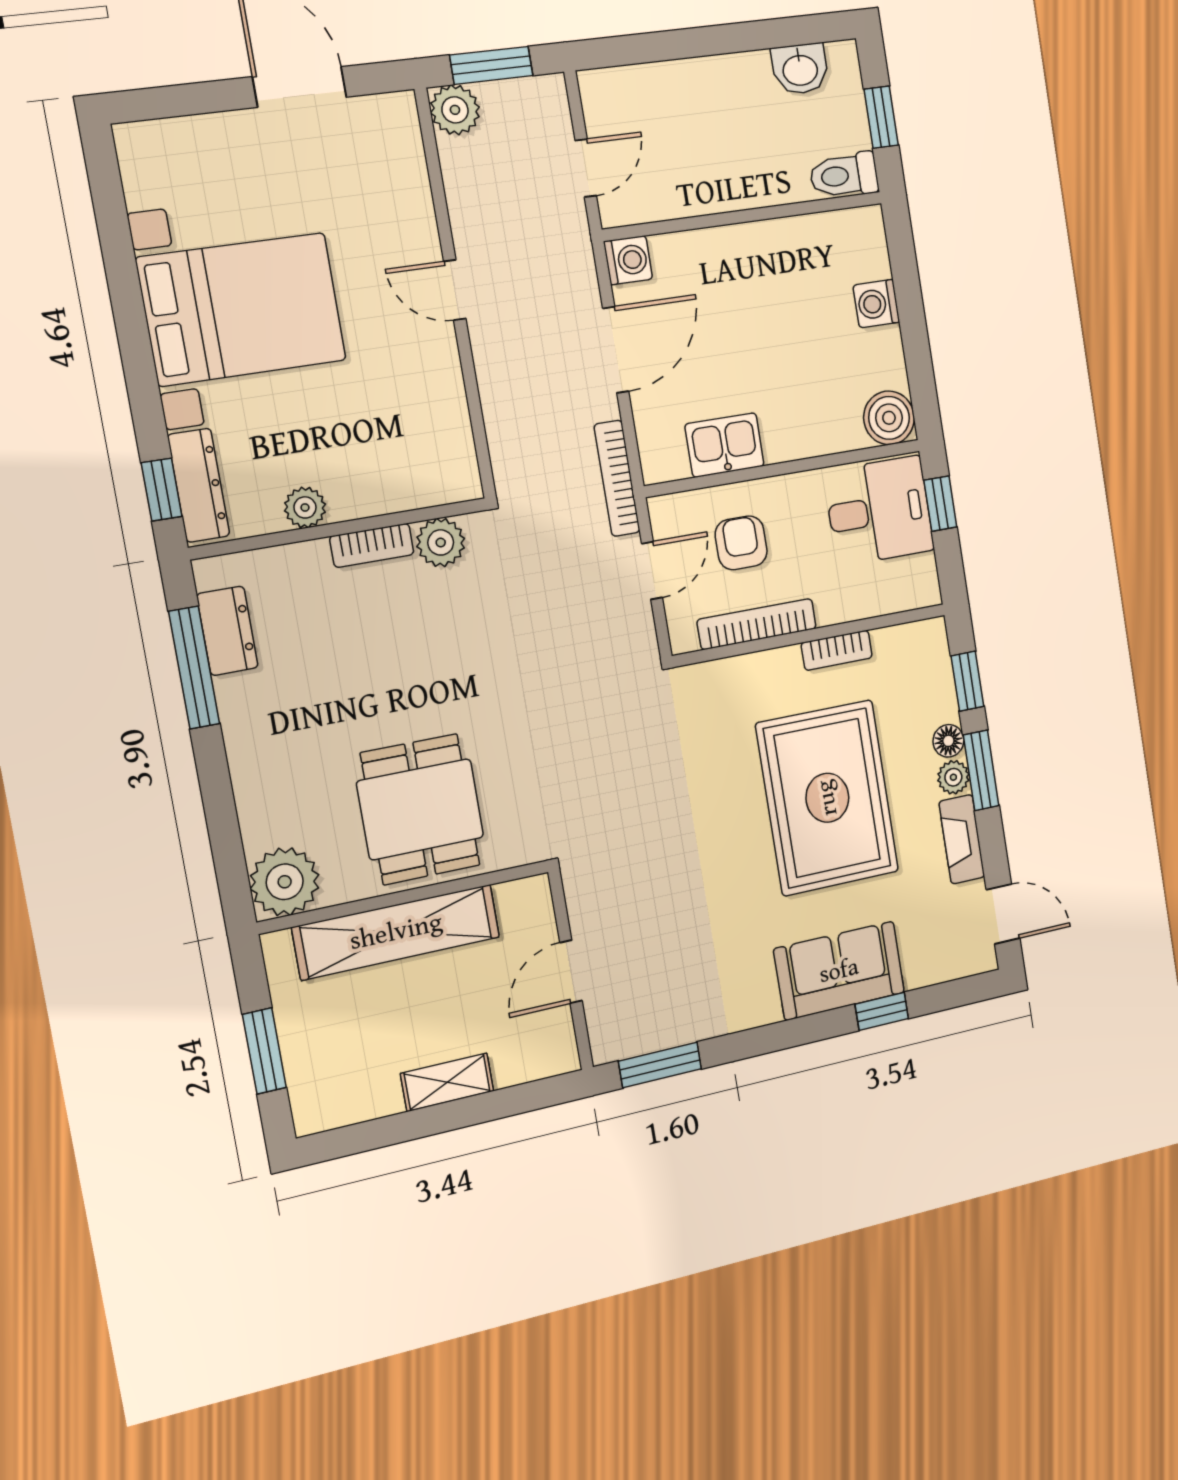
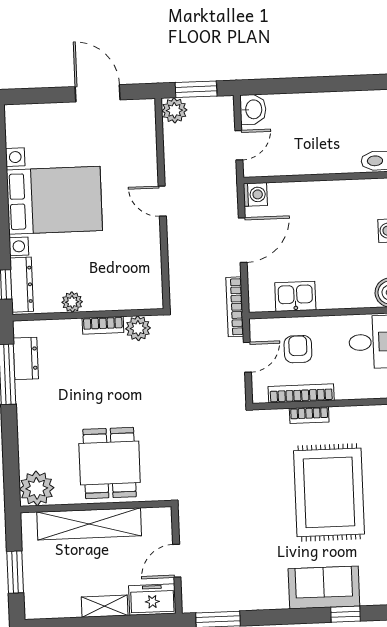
washbasin: (800, 69) -> (253, 109), moved, turned -90
bookcase: (837, 650) -> (309, 415), moved
freezer: (535, 1052) -> (152, 600), added

